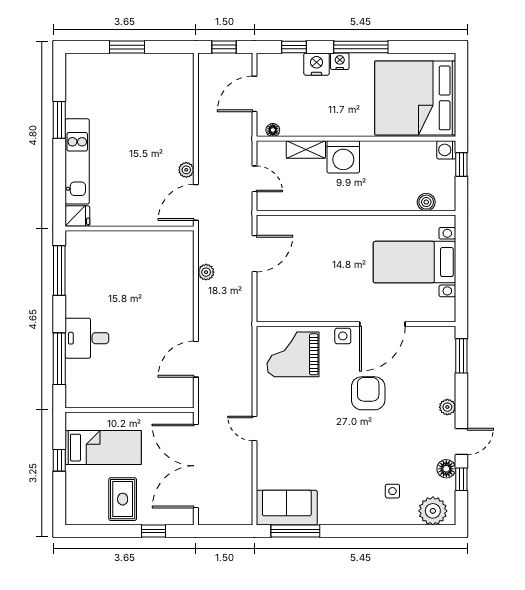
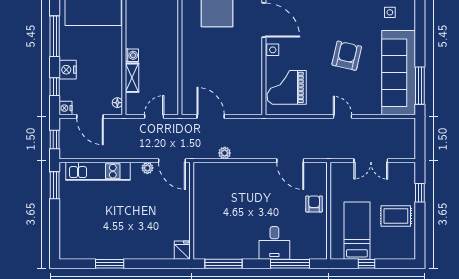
window: (127, 47) -> (55, 185), moved
nightstand: (340, 61) -> (65, 108), moved
washing machine: (343, 157) -> (132, 55), width x0.53, depth x0.53
kitchen unit: (77, 161) -> (98, 171), moved, turned 180
grand piano: (293, 354) -> (287, 87), turned 90
armchair: (139, 391) -> (314, 204), added
armchair: (368, 393) -> (347, 56), moved, turned 103
door: (254, 428) -> (343, 116), swing flipped
double door: (196, 466) -> (371, 161), width x0.54
sofa: (287, 508) -> (399, 73), width x1.85, depth x1.27

